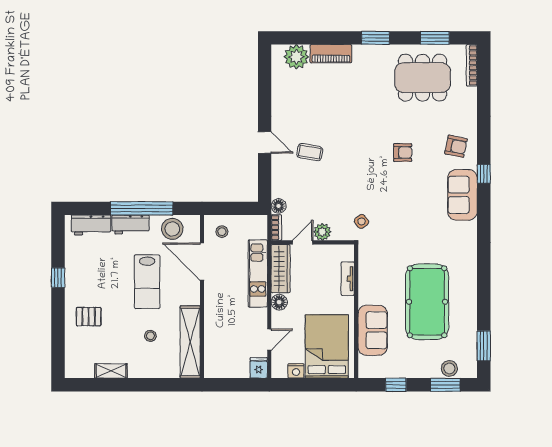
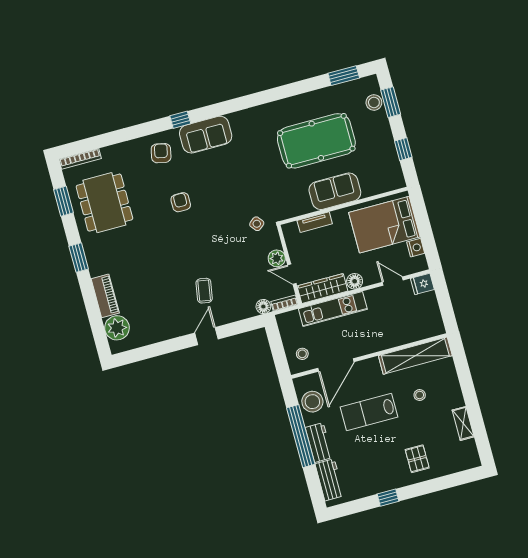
lab bench: (147, 282) -> (369, 412), turned 180
sofa: (373, 330) -> (335, 191), moved

